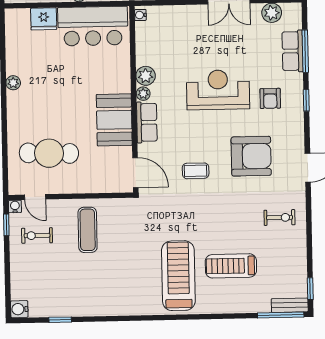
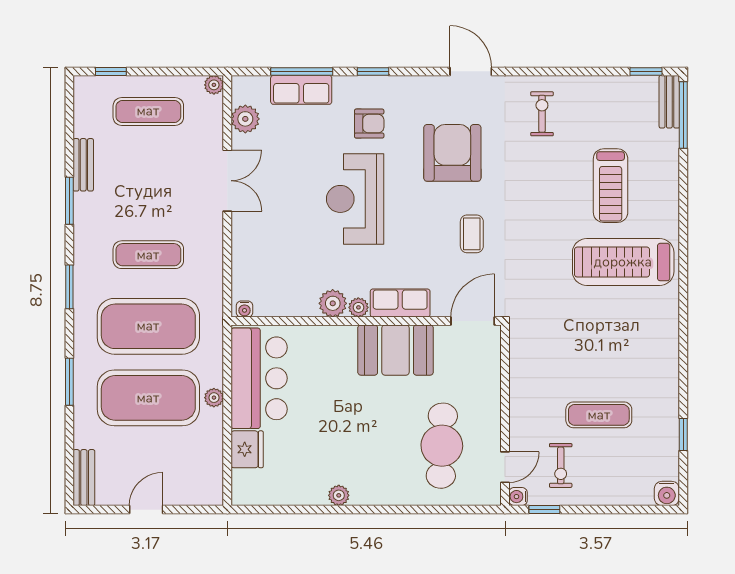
exercise mat: (88, 230) -> (599, 415), moved

